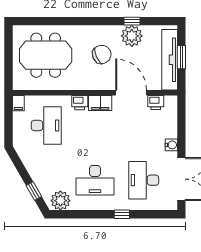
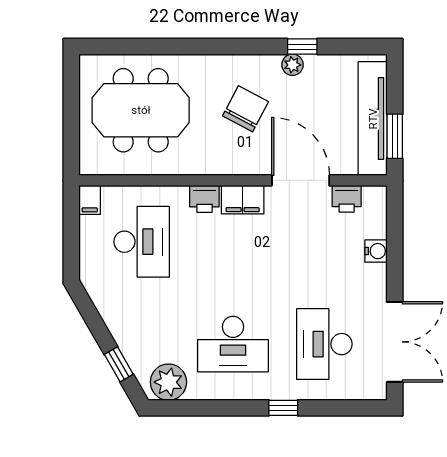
plant: (132, 36) -> (292, 65), width x0.53, depth x0.53
chair: (102, 54) -> (246, 109), turned -38
window: (181, 57) -> (395, 136), moved
water cooler: (171, 145) -> (376, 251), moved

